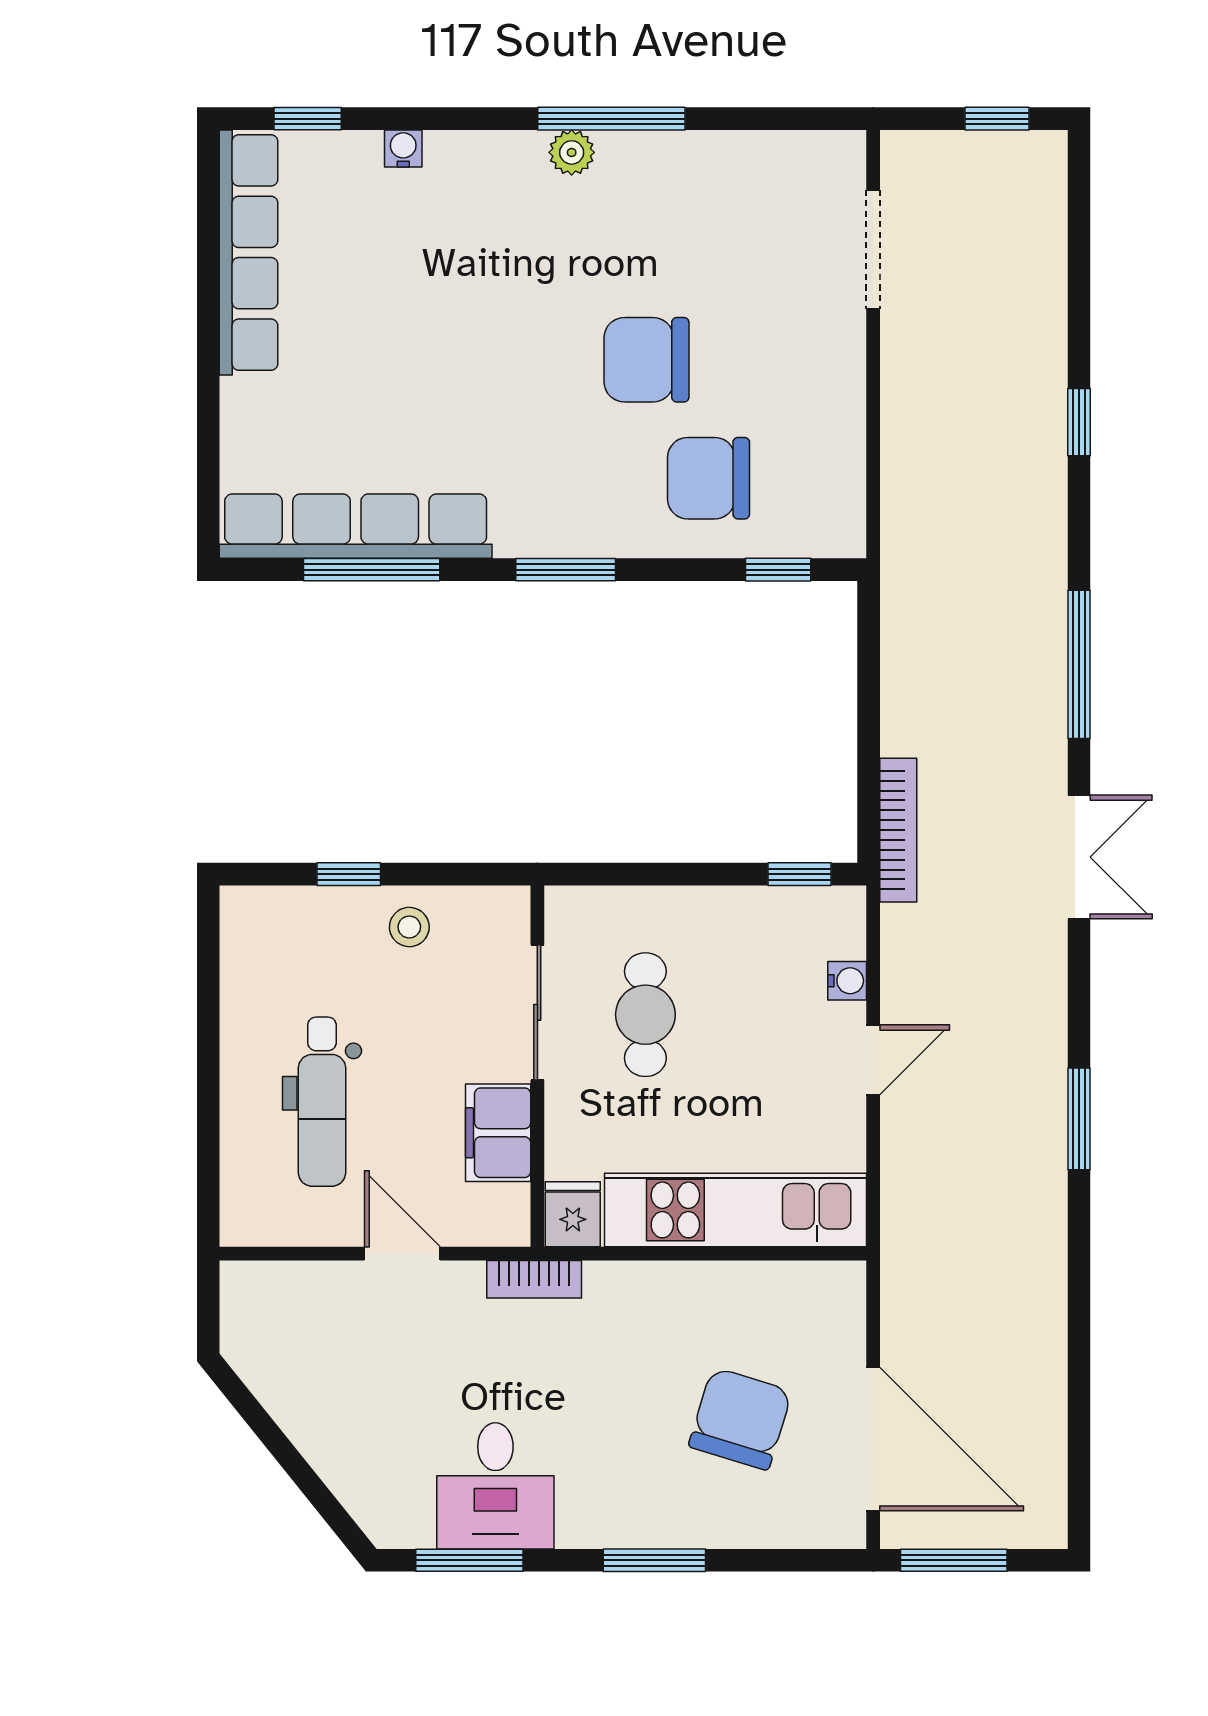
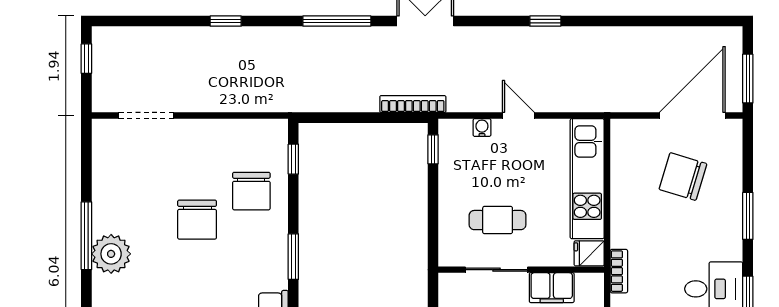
plant: (572, 152) -> (111, 254), width x1.87, depth x1.87
window: (1079, 1119) -> (545, 21), width x0.67

